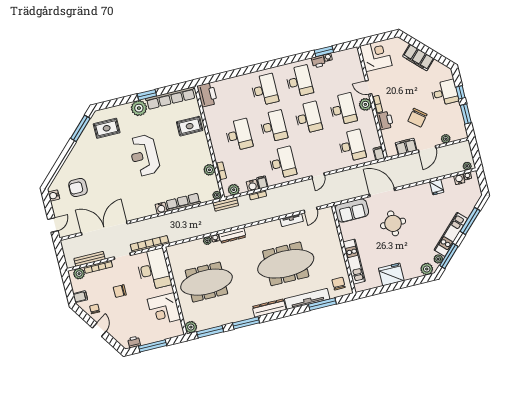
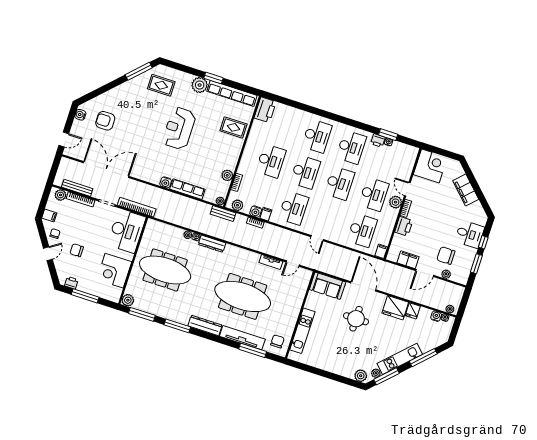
chair: (417, 118) -> (446, 256), moved, turned 51
door: (318, 176) -> (317, 238), hinge flipped
fridge: (391, 274) -> (395, 308), moved, turned 180
chair: (120, 291) -> (77, 250), moved

